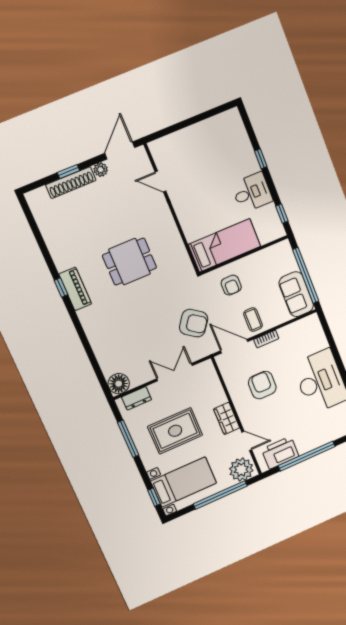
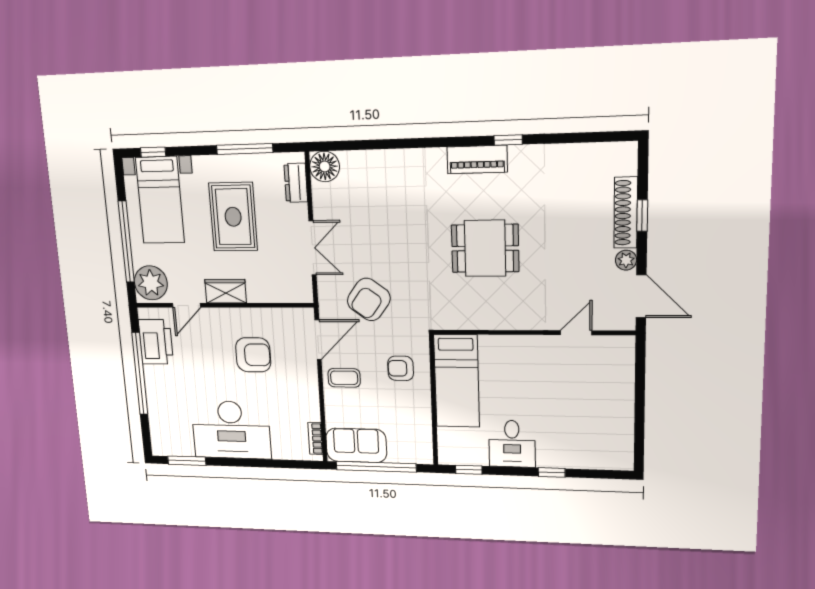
dining table: (130, 262) -> (485, 248), turned 90
window: (61, 288) -> (508, 140), moved
bookcase: (266, 339) -> (315, 439), moved

